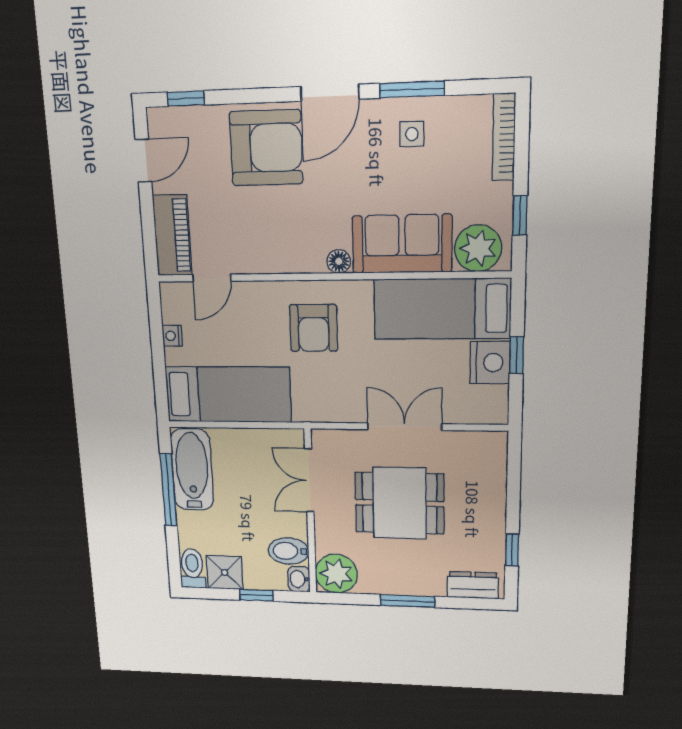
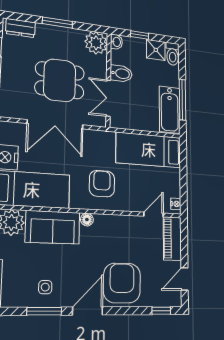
armchair: (266, 148) -> (122, 283), turned 90
nightstand: (172, 336) -> (176, 204), moved
double door: (405, 427) -> (55, 124), width x1.37
double door: (309, 480) -> (108, 98), swing flipped
bidet: (289, 551) -> (121, 74), moved

